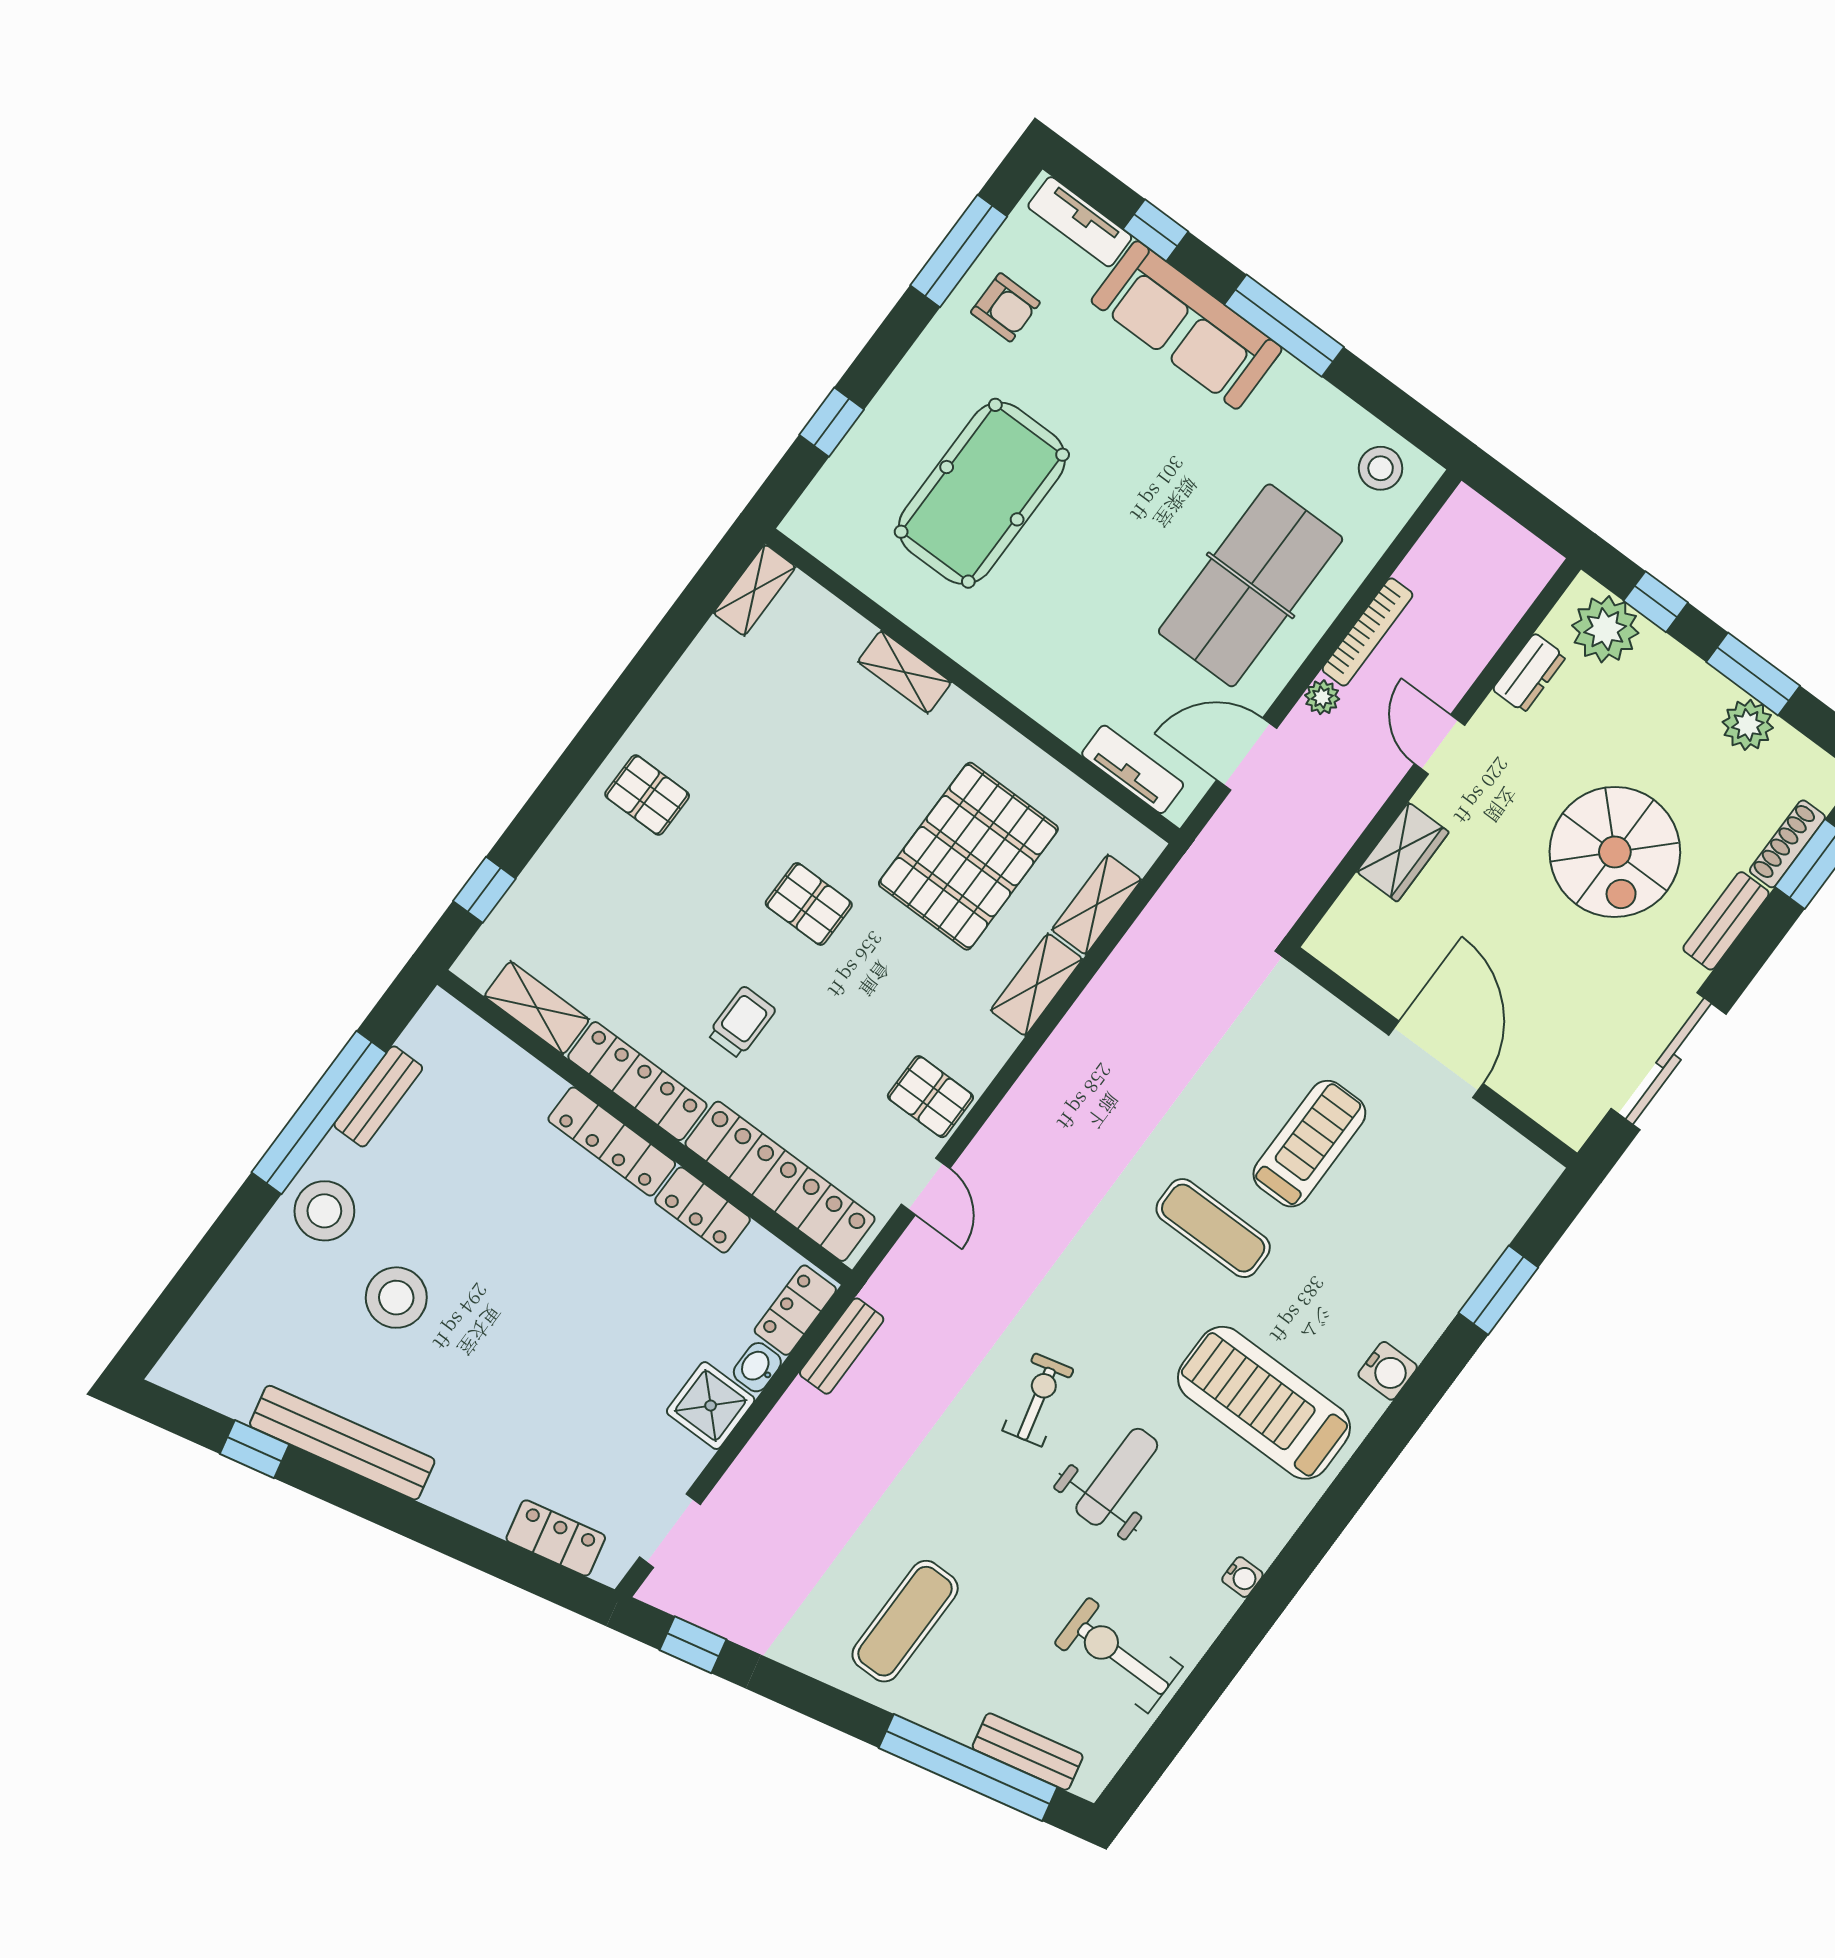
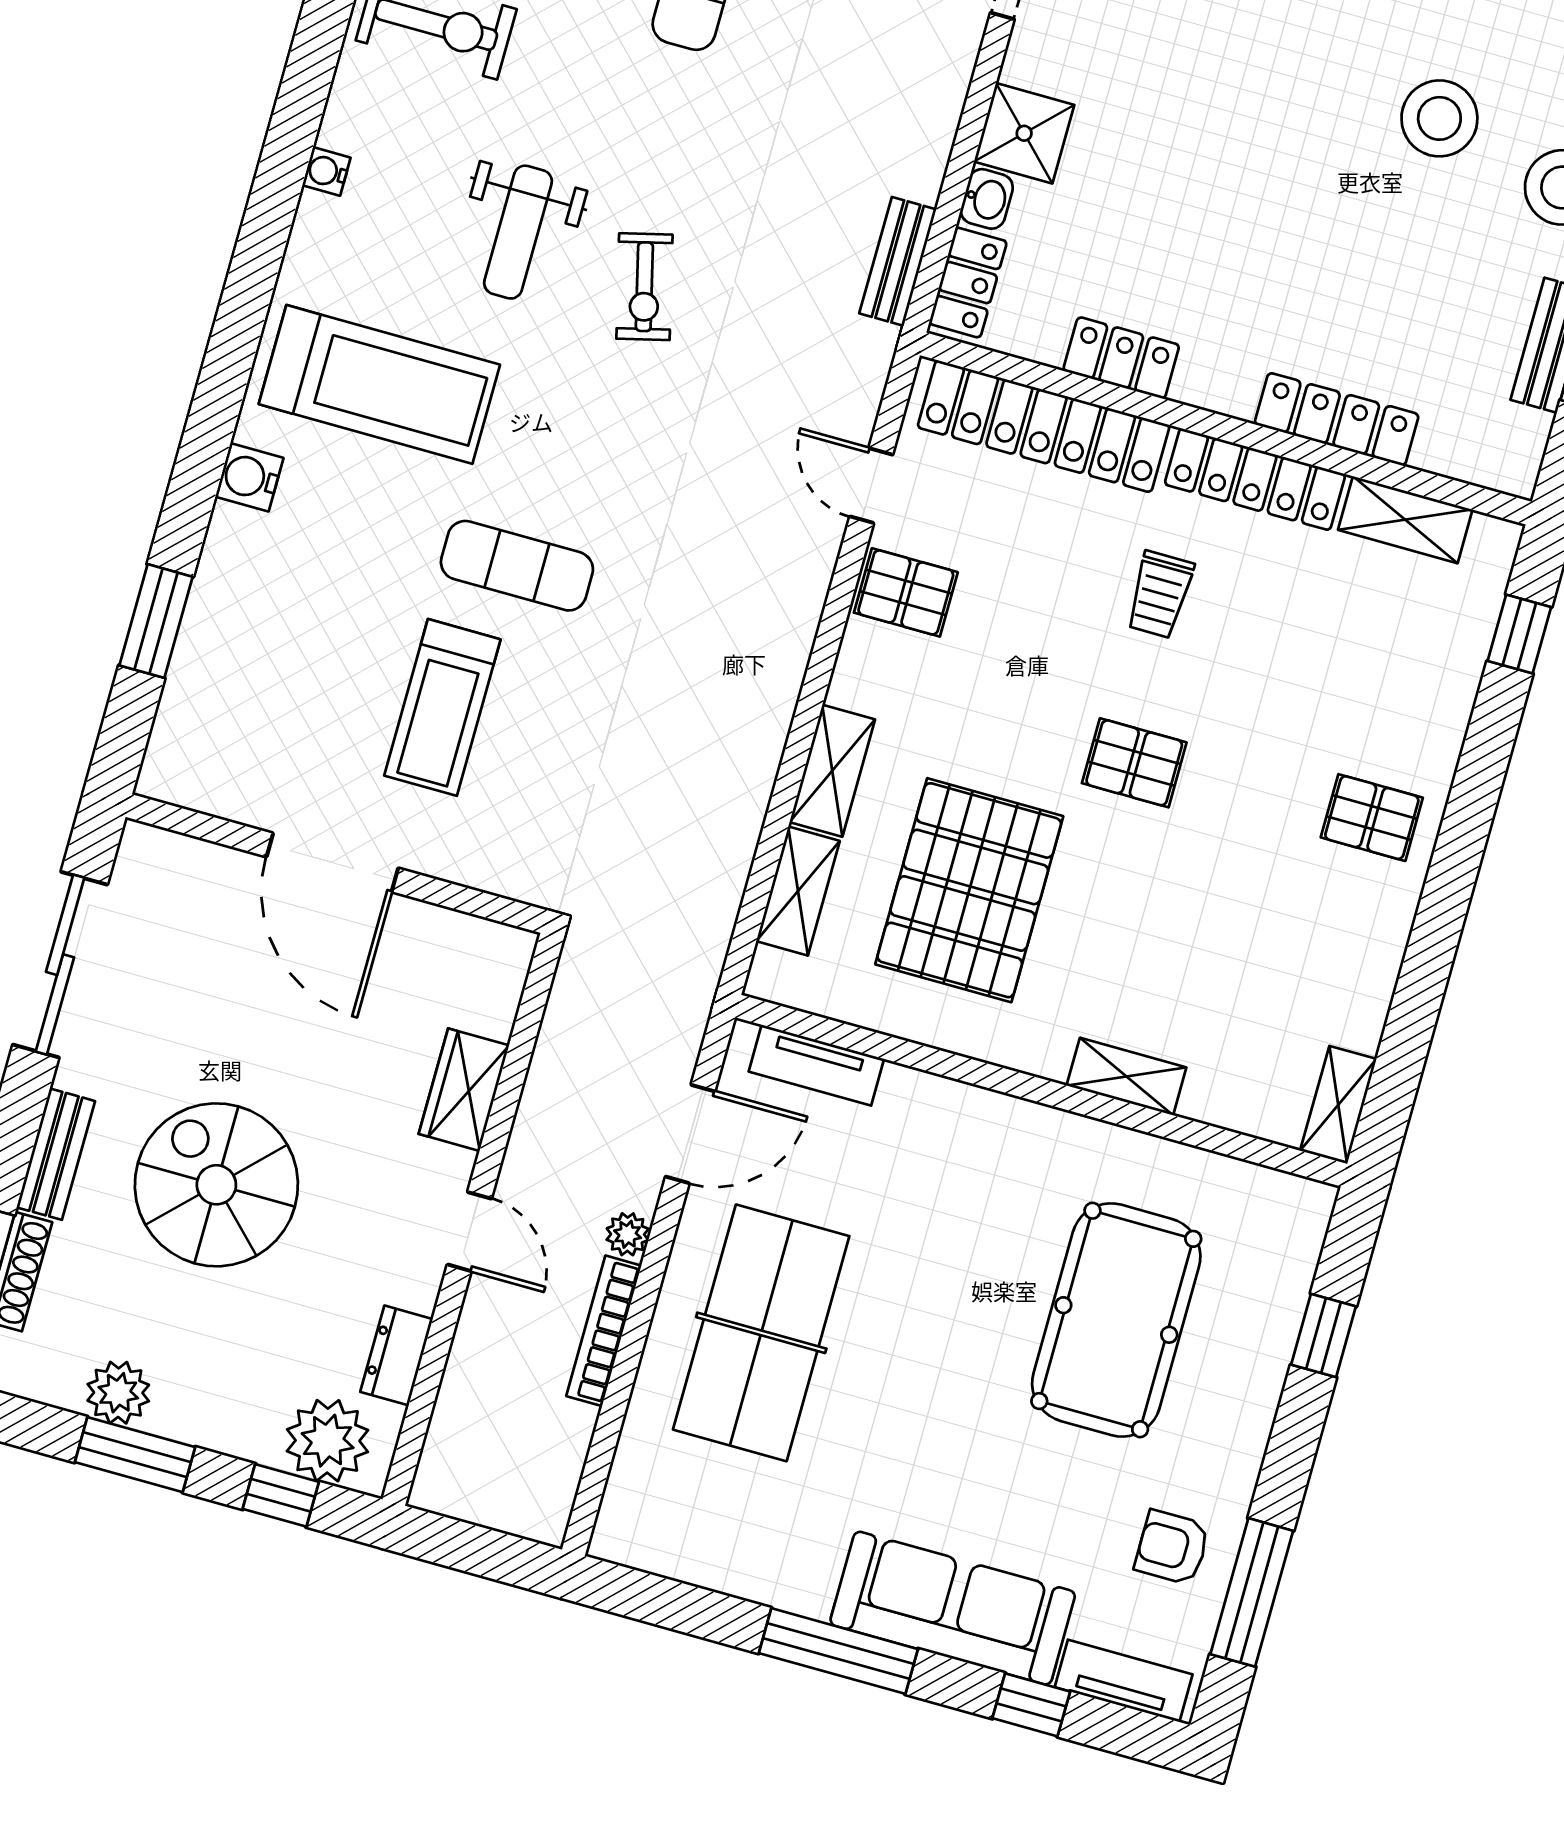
stool: (1381, 468) -> (662, 1528), removed
locker: (612, 1141) -> (1337, 419), moved

